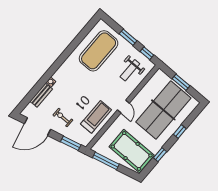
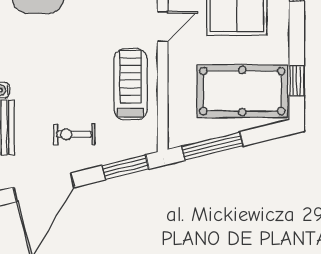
door: (123, 107) -> (163, 26), hinge flipped
window: (160, 155) -> (297, 81), moved

